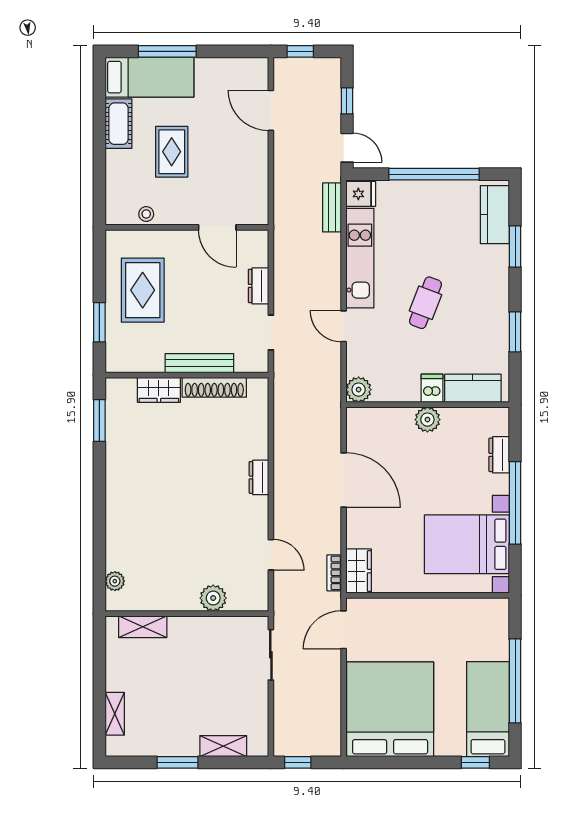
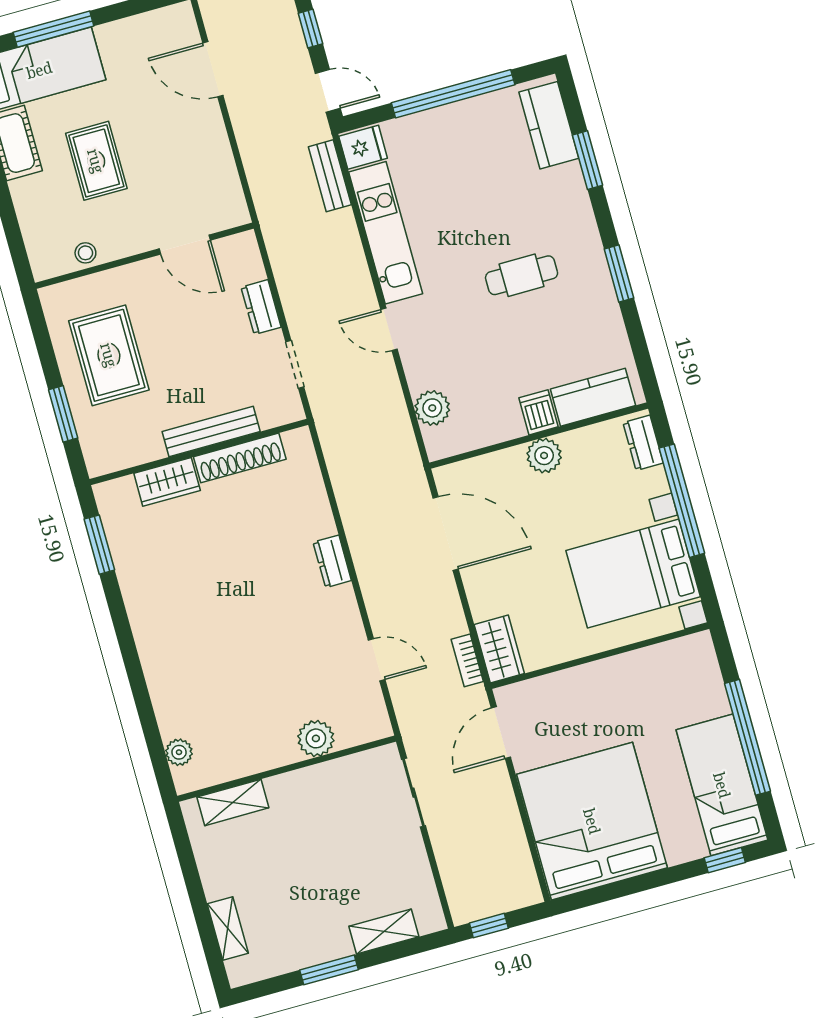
cafe table: (425, 303) -> (522, 275), moved, turned 69
dishwasher: (432, 388) -> (539, 412), moved
kitchen counter: (473, 388) -> (593, 397), moved
wall: (428, 405) -> (539, 436), moved
plant: (427, 420) -> (544, 456), moved

